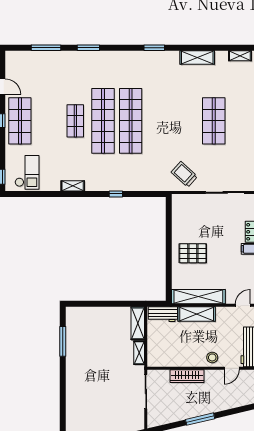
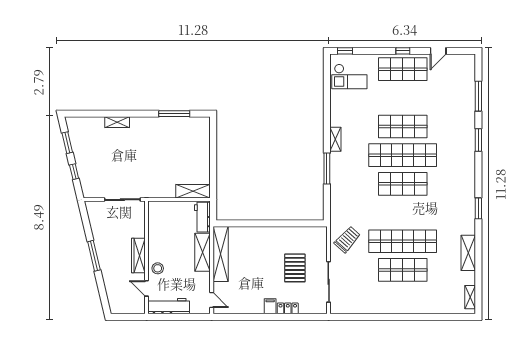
shop shelf: (75, 121) -> (403, 127), width x1.43, depth x1.36
shop shelf: (131, 121) -> (403, 184), width x0.71
shop shelf: (186, 121) -> (403, 241), added
shelving: (73, 186) -> (335, 139), moved
window: (116, 194) -> (327, 169), width x2.17
pallet: (193, 253) -> (295, 268), moved
shelving: (139, 353) -> (117, 122), moved
wardrobe: (187, 376) -> (138, 255), moved

